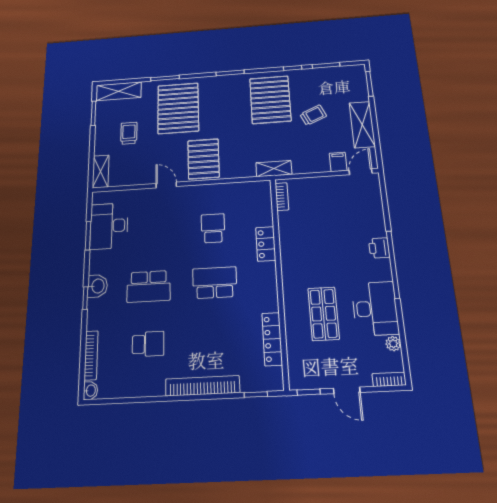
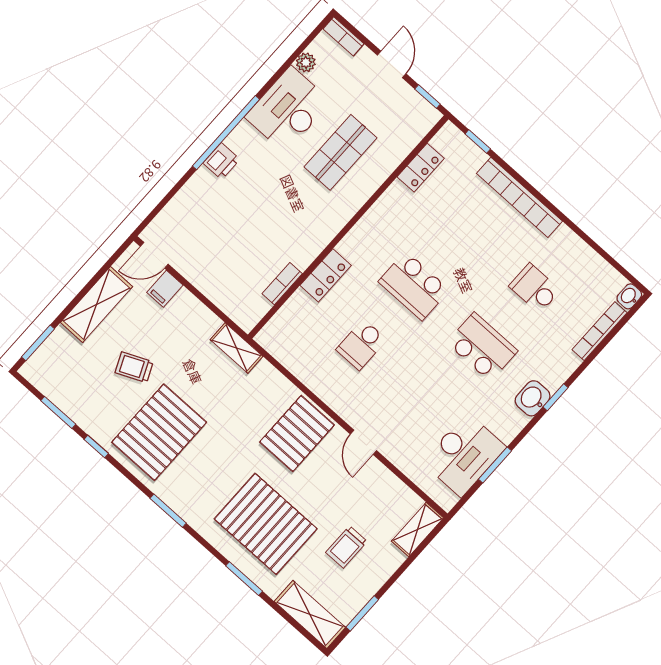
pallet: (178, 108) -> (266, 524), turned 90
bookcase: (282, 197) -> (282, 284), moved
locker: (272, 339) -> (421, 168), width x0.66

